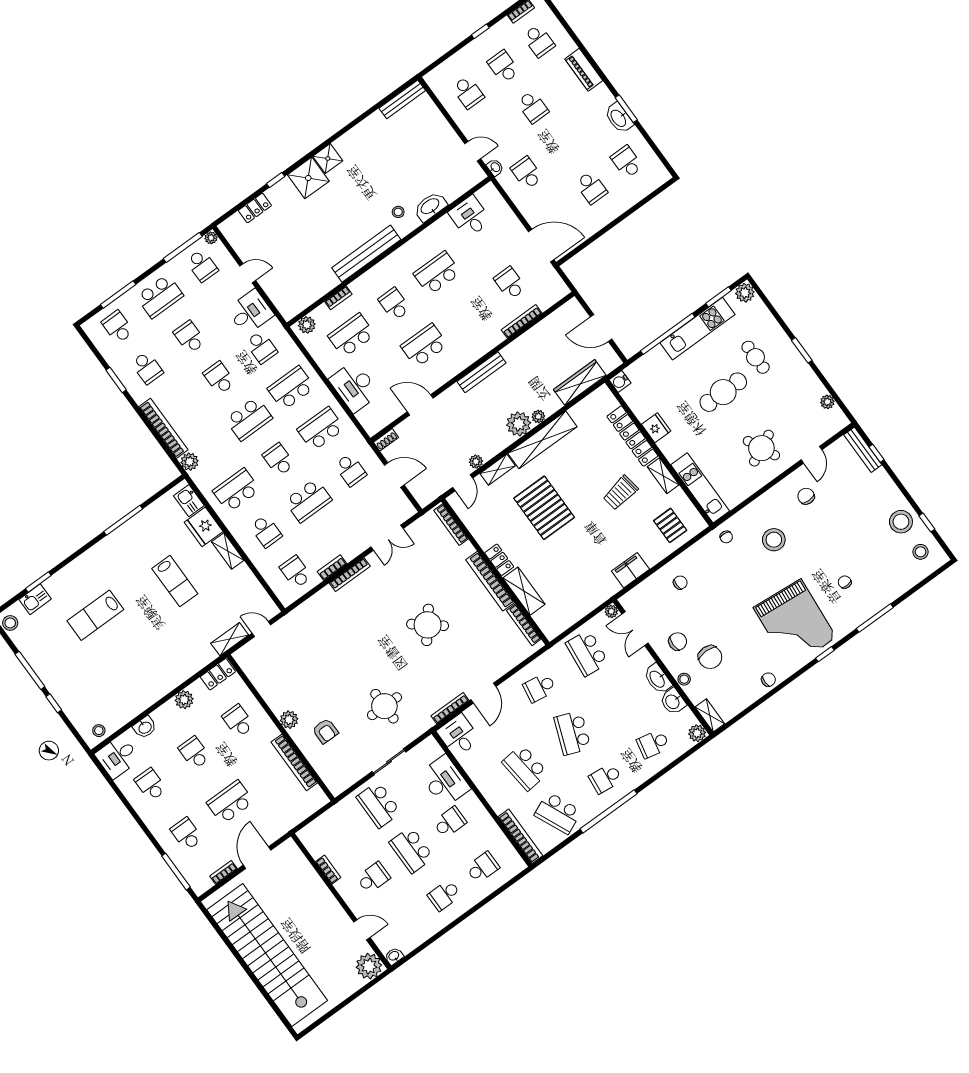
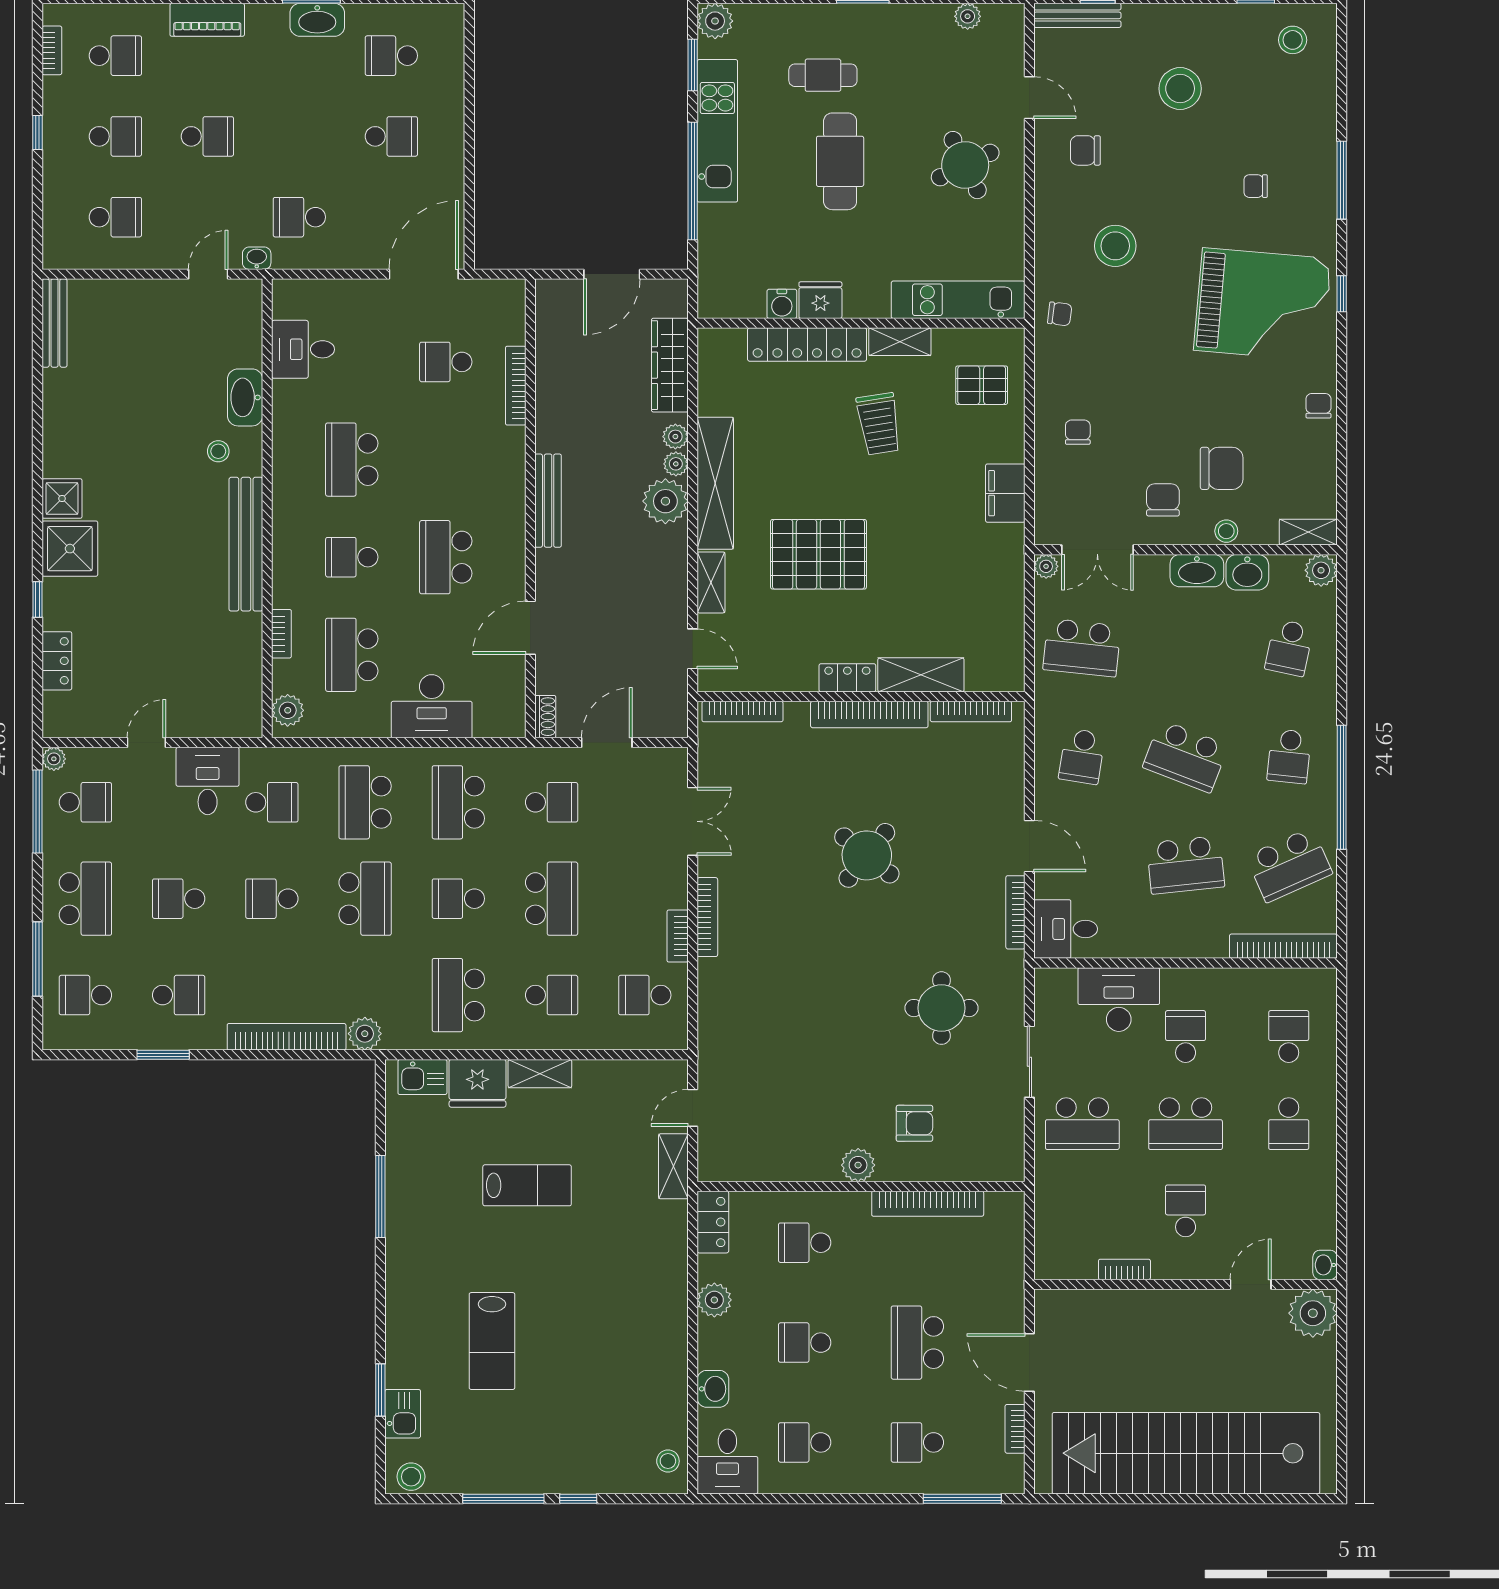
school desk: (503, 67) -> (115, 136), turned 180
water cooler: (620, 381) -> (782, 304), moved
plant: (476, 462) -> (675, 437), moved
stool: (901, 522) -> (1180, 89), moved

